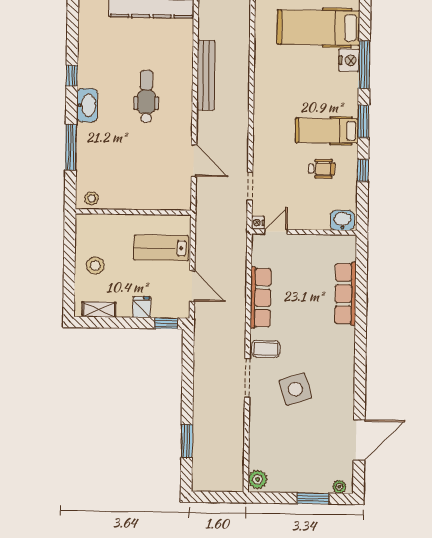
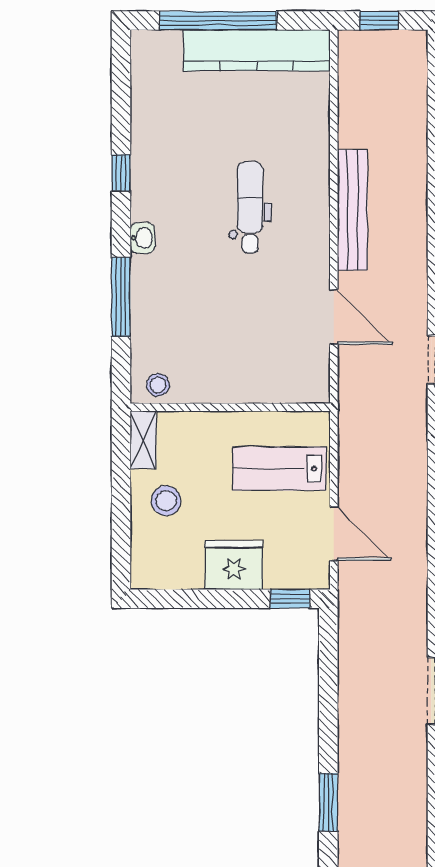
bench: (206, 75) -> (352, 210), moved
washbasin: (87, 105) -> (142, 238), width x0.52, depth x0.69
fridge: (142, 307) -> (234, 565), width x1.88, depth x1.34
shelving: (99, 310) -> (143, 440), moved, turned 90

